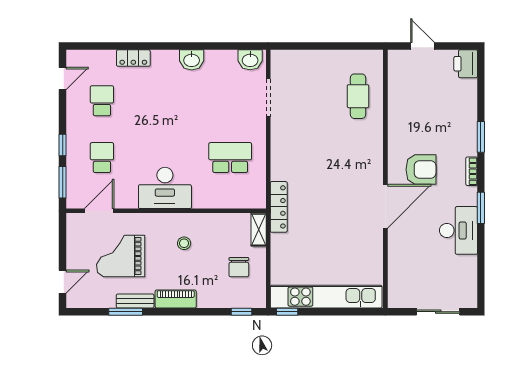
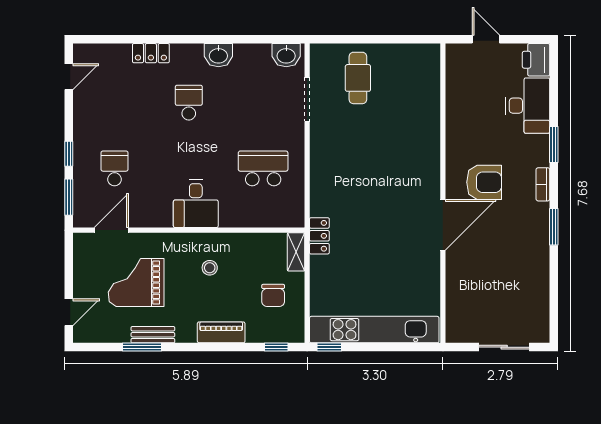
cafe table: (358, 96) -> (358, 78), moved
school desk: (102, 101) -> (189, 103), moved
desk: (165, 188) -> (196, 204), width x0.73
locker: (279, 207) -> (319, 236), width x0.66
desk: (458, 230) -> (528, 106), moved
piano: (176, 299) -> (221, 332), moved

